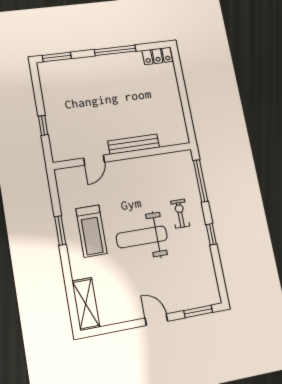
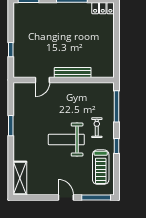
treadmill: (91, 231) -> (101, 167), moved
window: (198, 311) -> (96, 197), width x1.44

